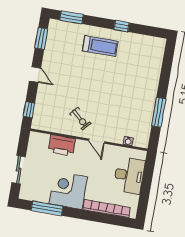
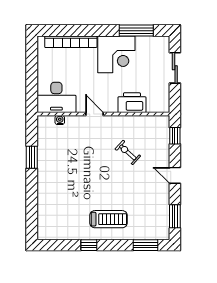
treadmill: (100, 46) -> (108, 219), turned 180
window: (159, 112) -> (32, 157), width x0.69
exercise bike: (80, 119) -> (128, 152), moved
desk: (129, 175) -> (56, 97), moved, turned -90

